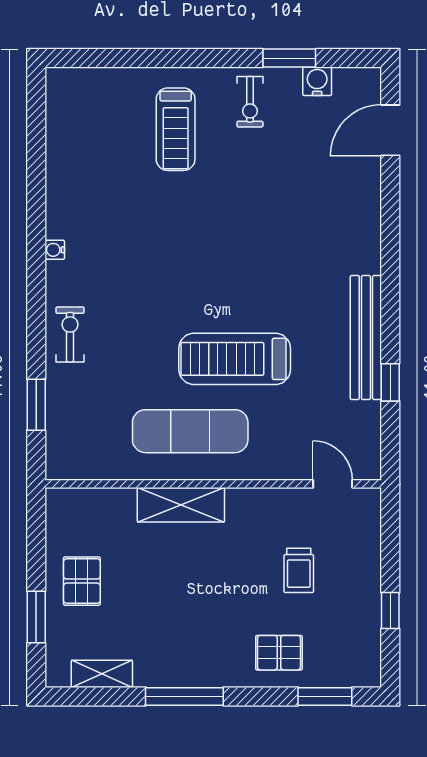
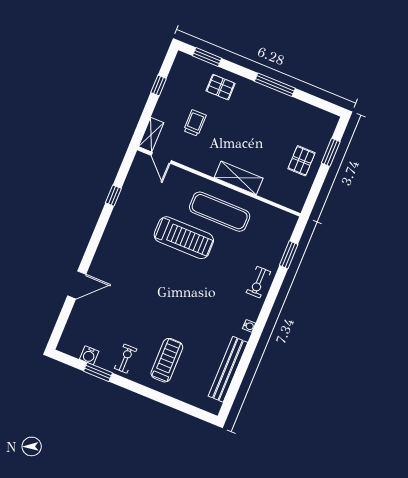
door: (390, 130) -> (77, 285), moved
bench: (366, 338) -> (228, 369), moved
shelving: (102, 674) -> (151, 135), moved, turned 90

